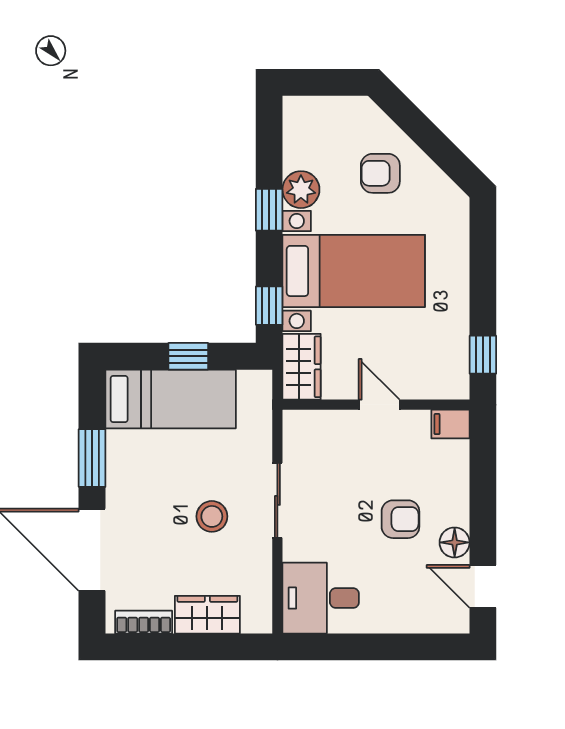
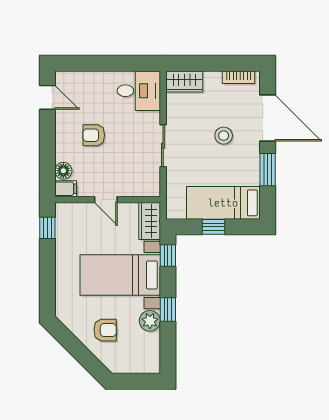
stool: (212, 516) -> (224, 136), moved
floor lamp: (455, 542) -> (63, 171), moved
wardrobe: (207, 615) -> (184, 81), moved

